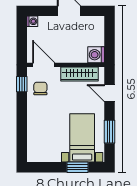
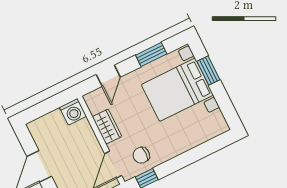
wardrobe: (80, 74) -> (107, 127), width x0.67
bed with nightstands: (82, 138) -> (177, 90), width x1.36

